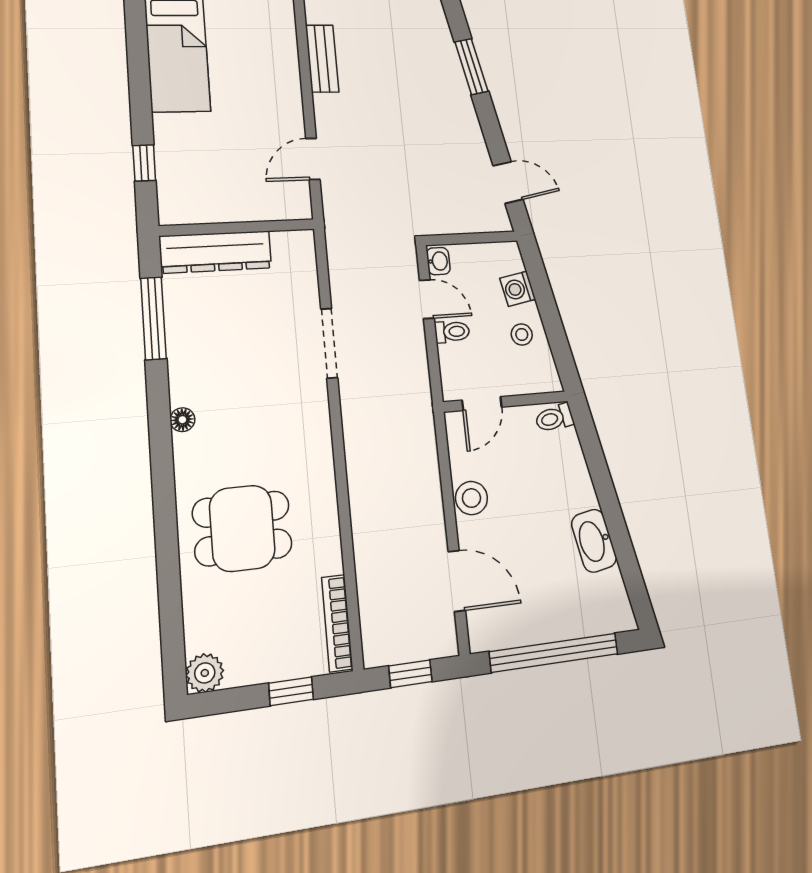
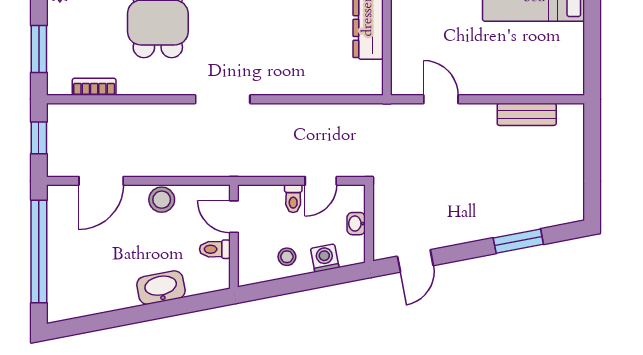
washbasin: (438, 261) -> (356, 224), moved, turned 90
doorway: (329, 343) -> (223, 99), moved
toilet: (554, 418) -> (215, 249), moved, turned -79
washbasin: (594, 541) -> (161, 288), moved
bookcase: (337, 623) -> (94, 87), width x0.64
window: (291, 691) -> (39, 49), width x1.50

